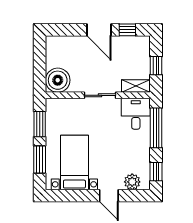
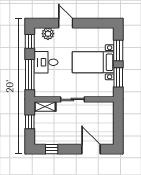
door: (99, 30) -> (91, 149), moved
boiler: (58, 80) -> (105, 111), removed
desk: (136, 114) -> (46, 62), moved, turned 90
bed with nightstands: (74, 162) -> (93, 62), moved, turned 90

